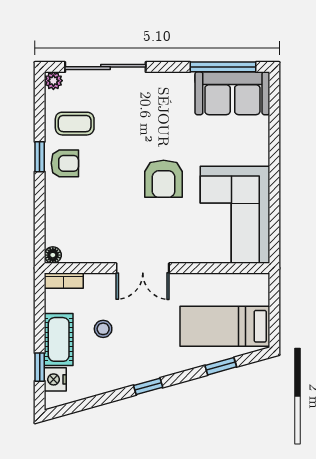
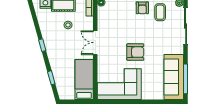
sofa: (232, 93) -> (174, 77), width x1.36
armchair: (164, 179) -> (135, 52), turned 180
bed: (225, 326) -> (84, 80), moved

